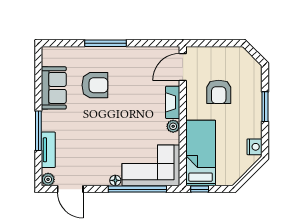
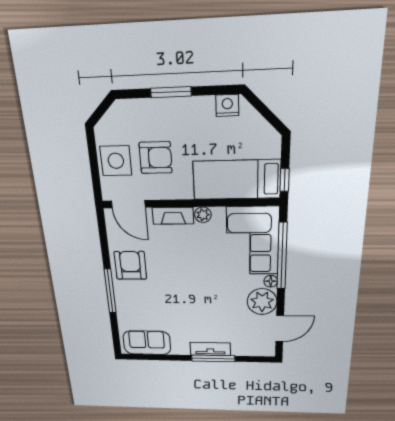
side table: (217, 61) -> (116, 161), added
armchair: (95, 85) -> (130, 265), moved
sofa: (54, 88) -> (147, 343), moved
tv unit: (48, 150) -> (210, 349), moved
plant: (48, 179) -> (262, 302), moved, width x1.87, depth x1.87

